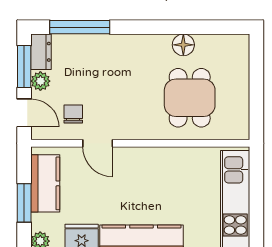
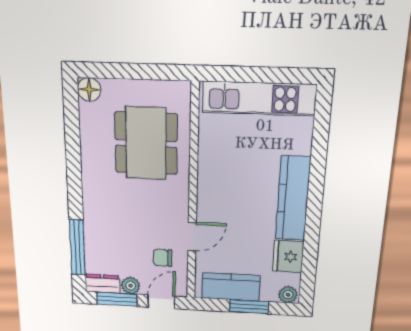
floor lamp: (183, 45) -> (89, 89), moved
dining table: (190, 98) -> (146, 143), width x1.38

